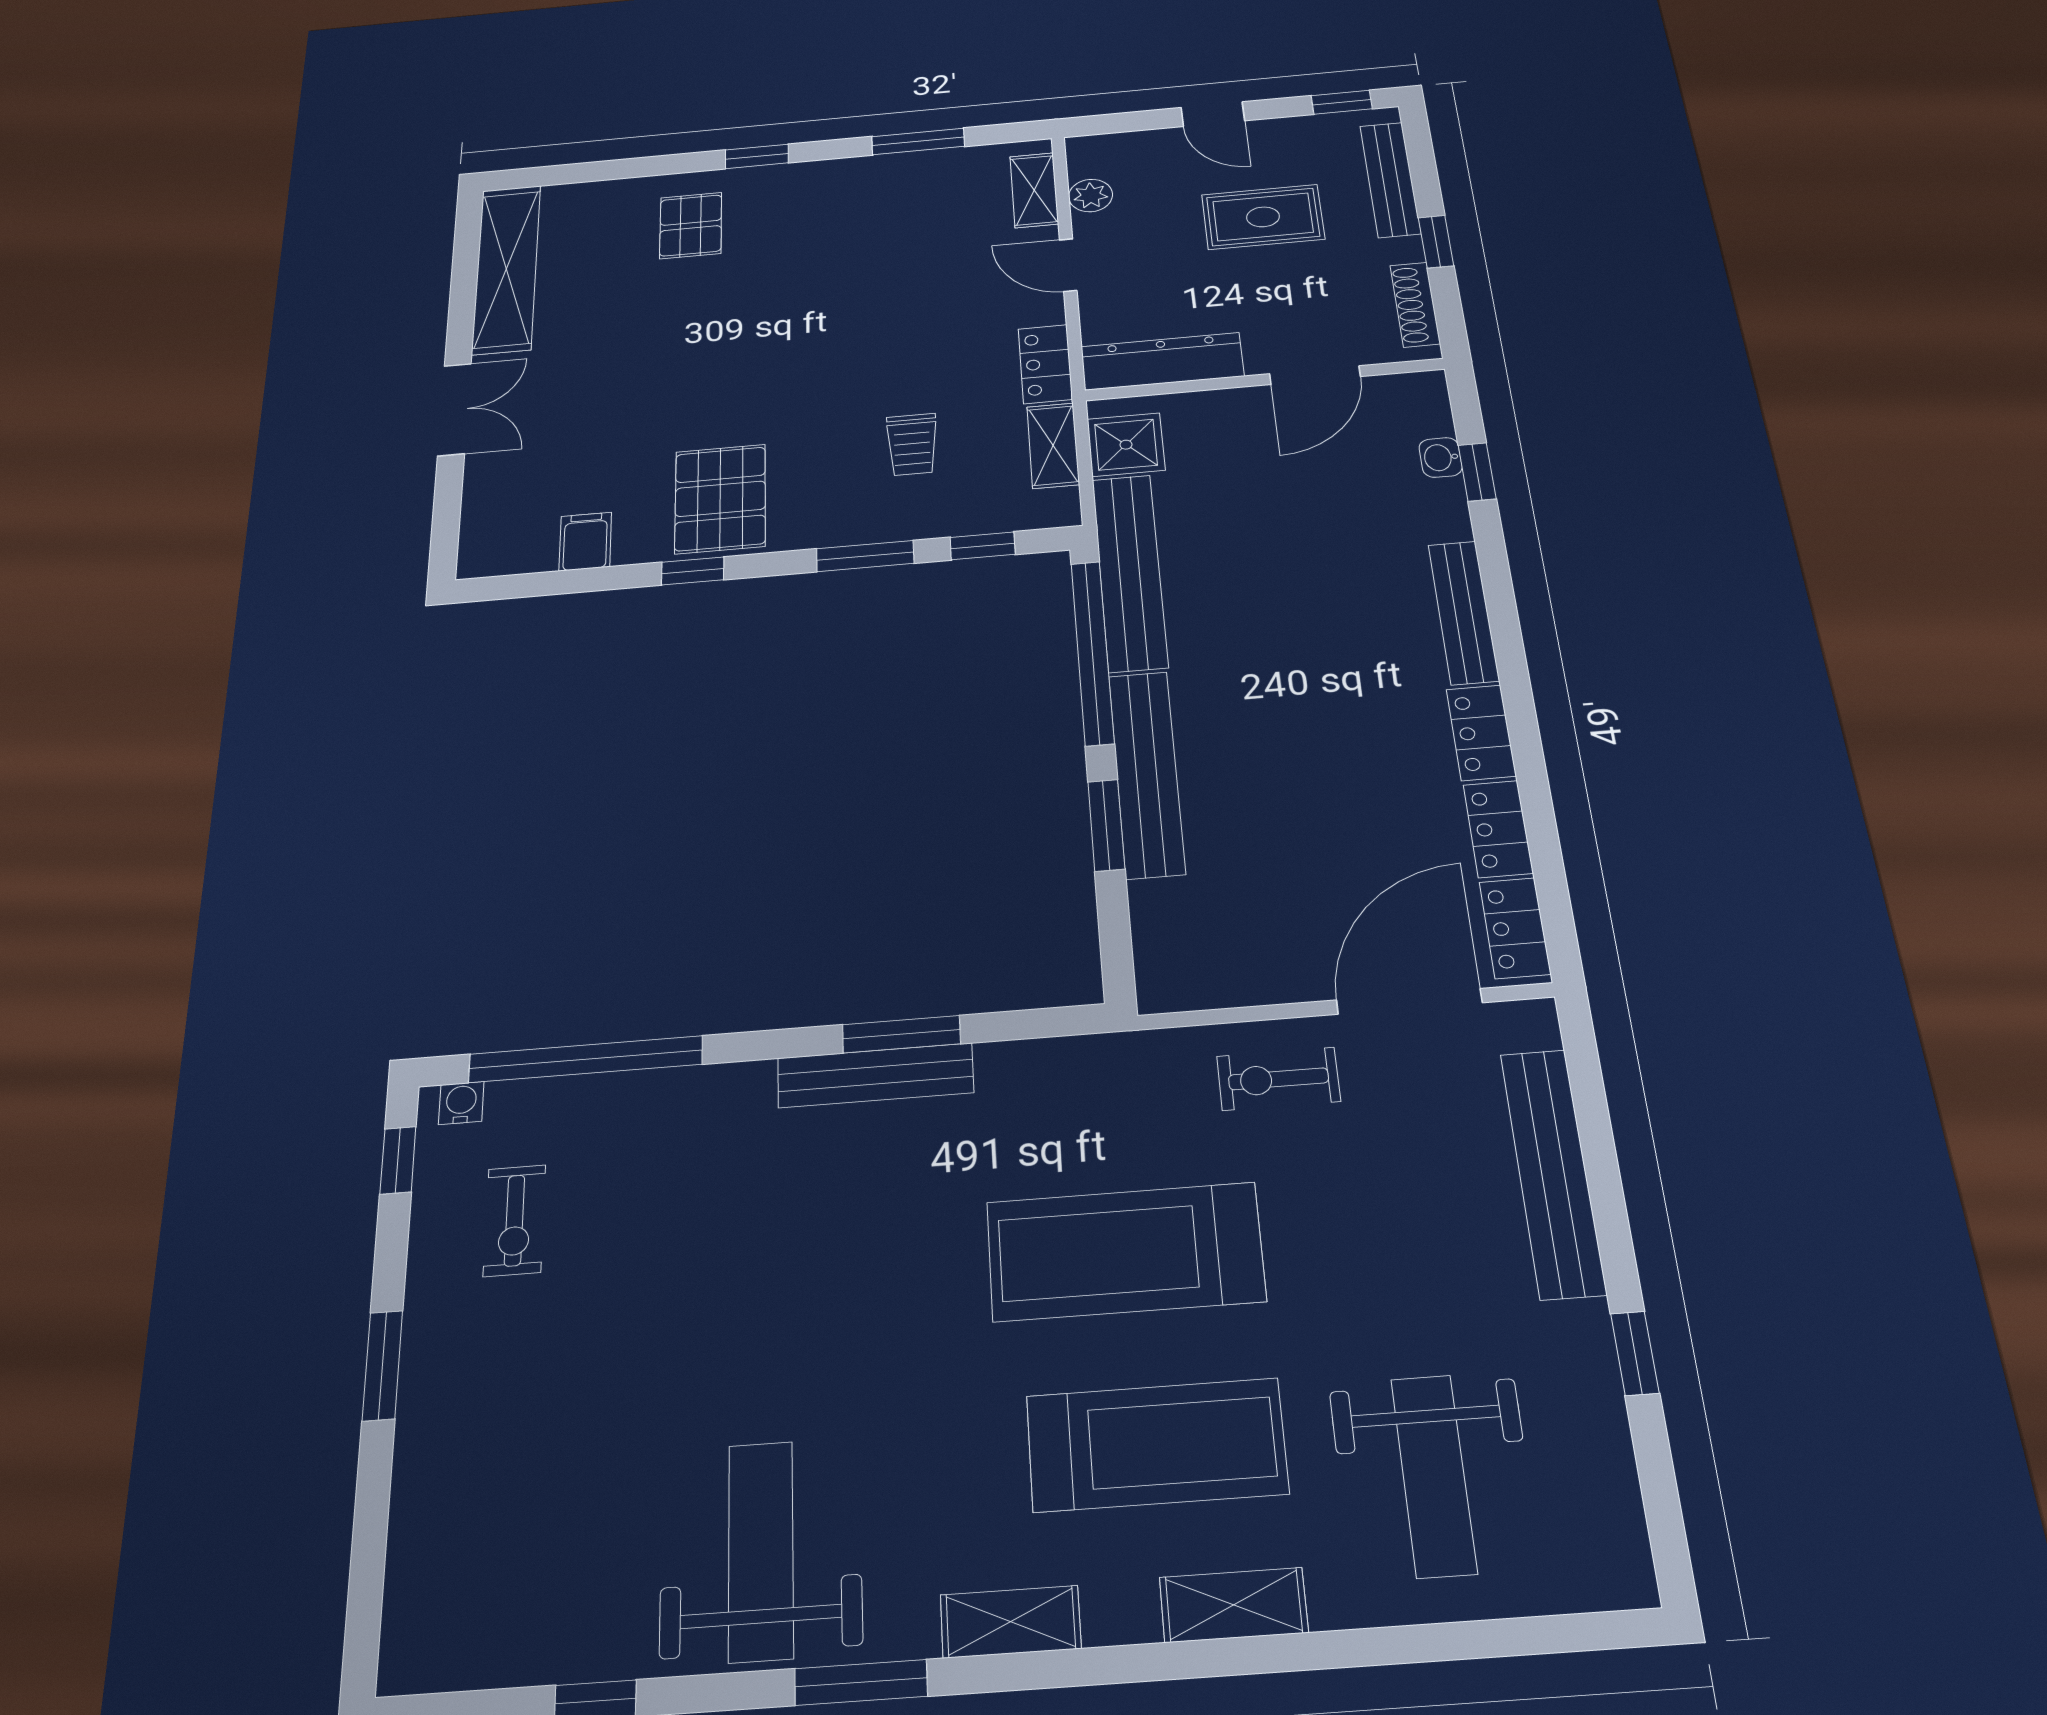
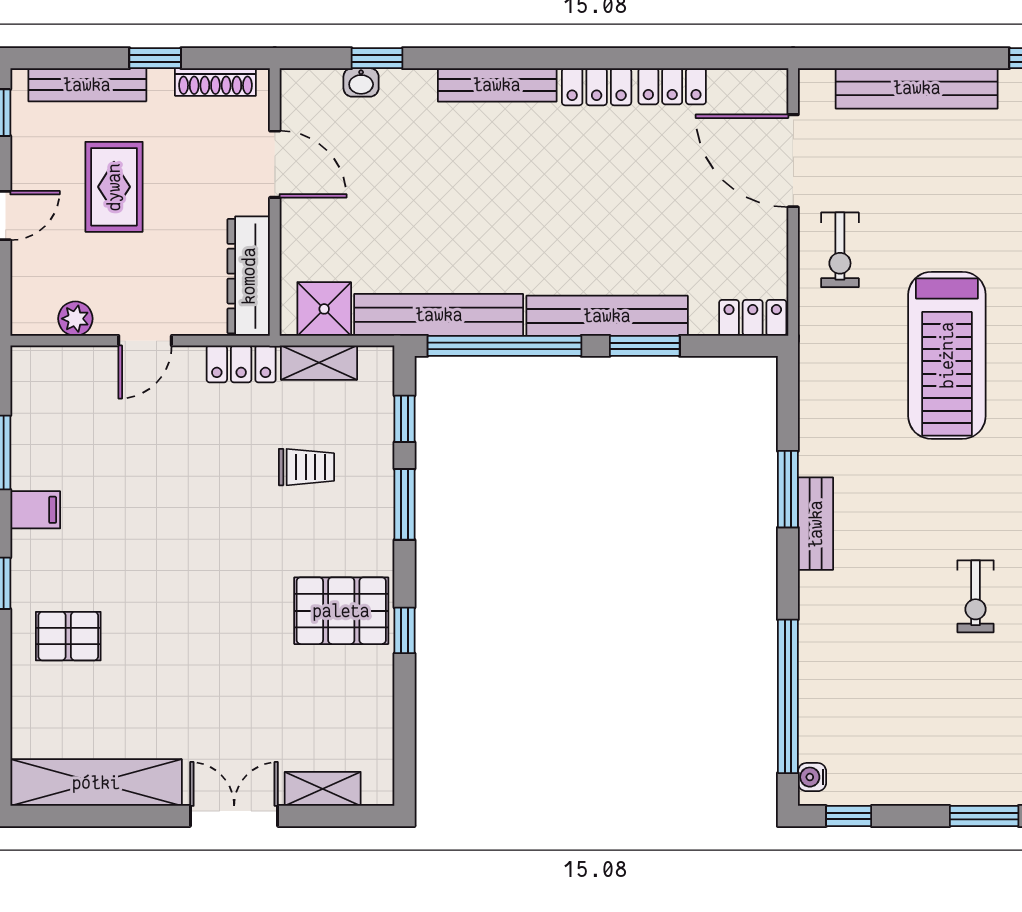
shelving: (1034, 190) -> (323, 789), moved
filing cabinet: (585, 542) -> (35, 510), moved, turned 180
locker: (1515, 928) -> (753, 318), moved, turned 180
bench: (875, 1075) -> (816, 524), width x0.73
exercise bike: (515, 1220) -> (976, 596), moved, turned 90

